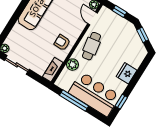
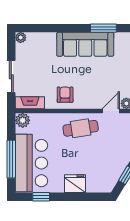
sliding door: (17, 65) -> (11, 77), moved
plant: (72, 65) -> (23, 120), moved
window: (74, 101) -> (11, 159), moved

